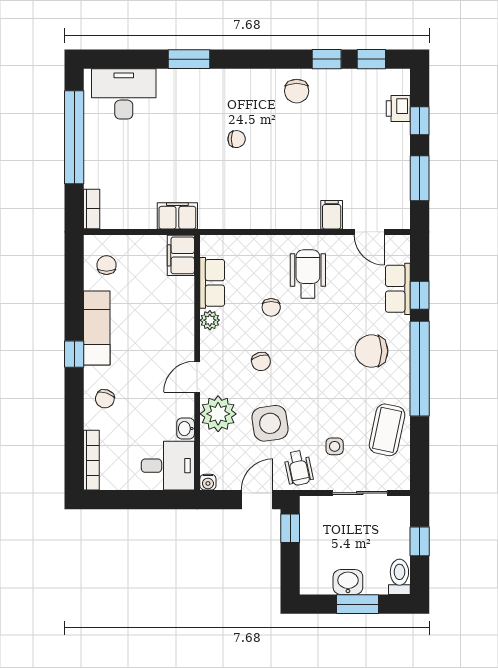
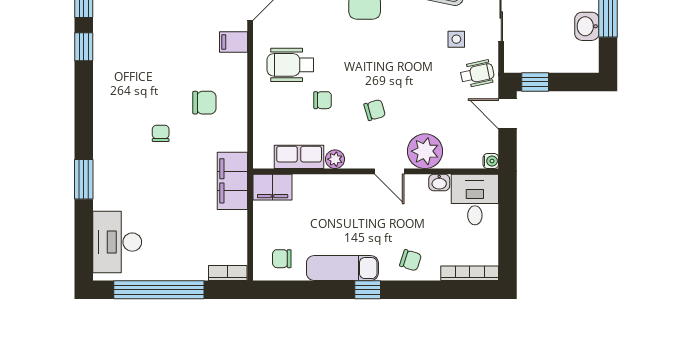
chair: (297, 91) -> (204, 103), moved
filing cabinet: (177, 216) -> (232, 181), width x1.50, depth x1.17
side table: (270, 423) -> (434, 101), removed

